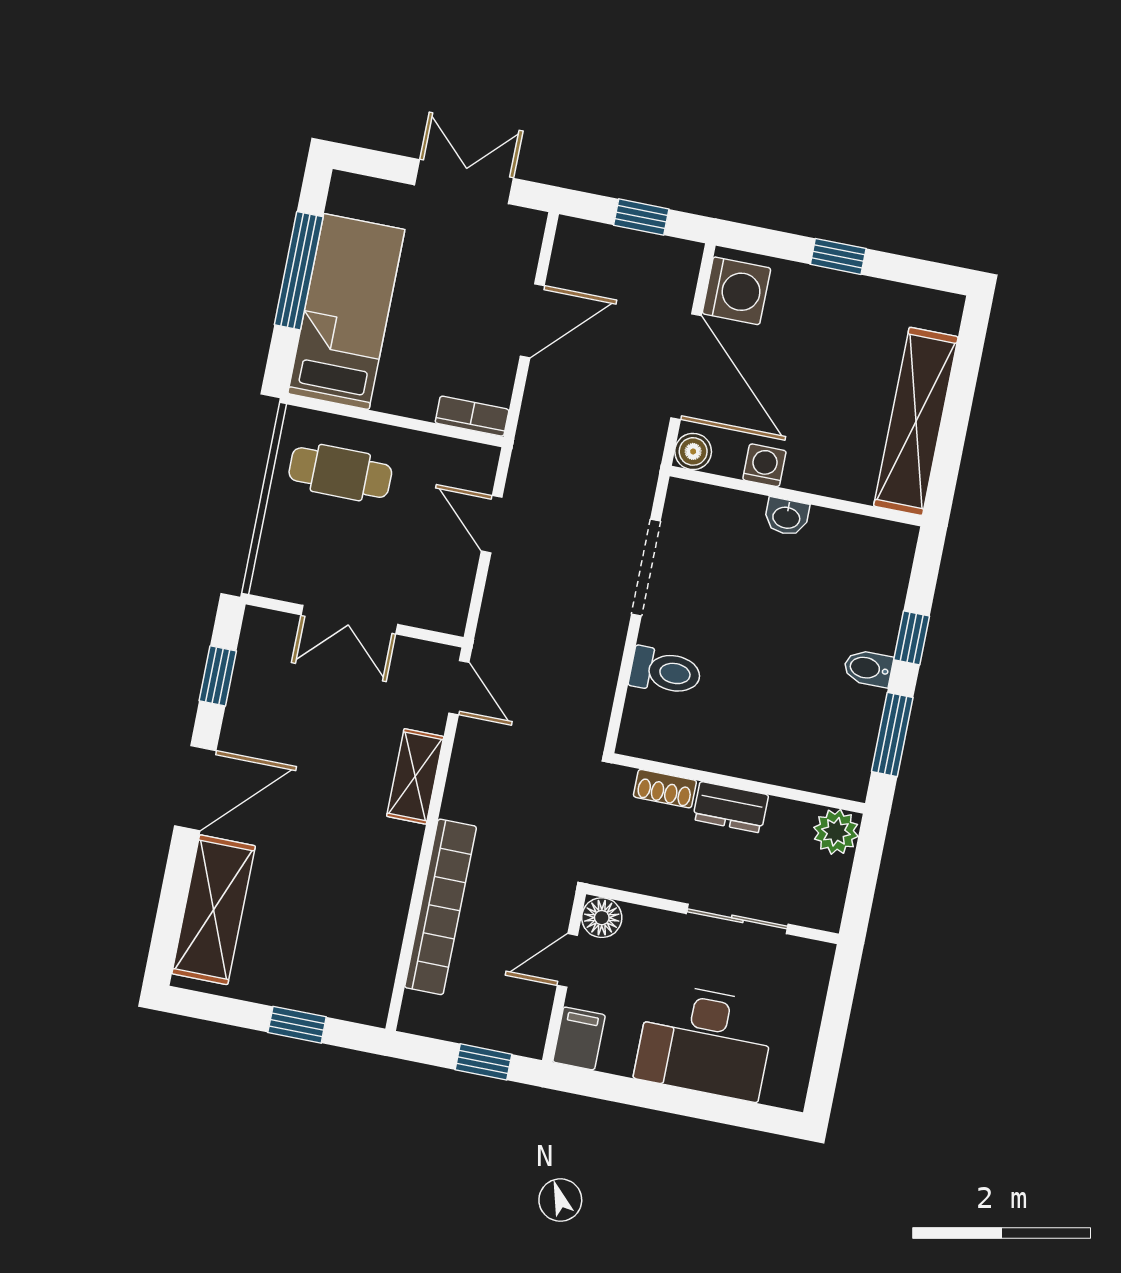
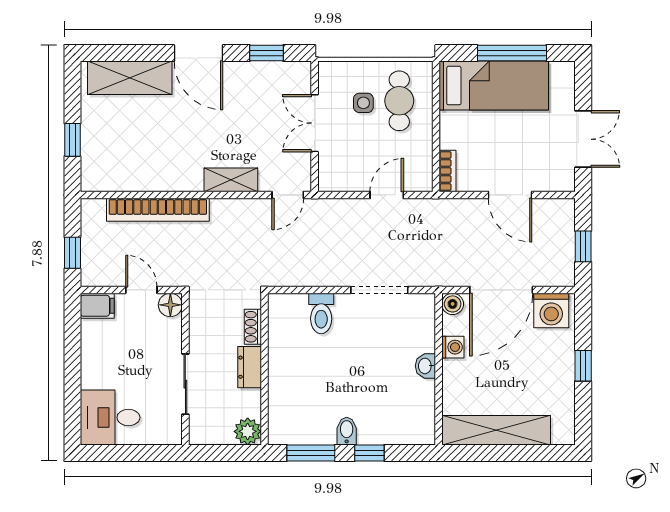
side table: (332, 532) -> (363, 103), added
desk: (705, 1042) -> (110, 417), moved, width x0.73

